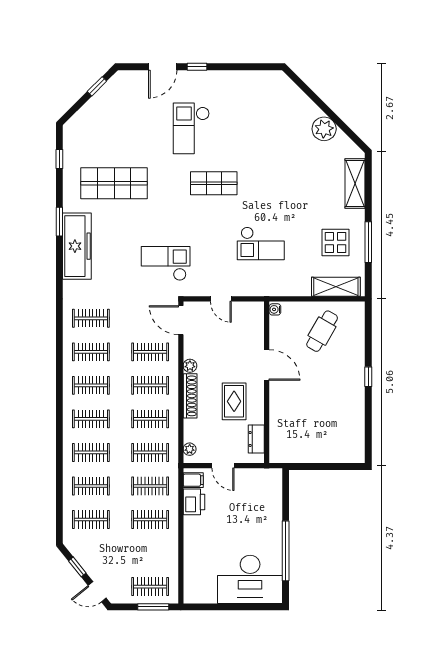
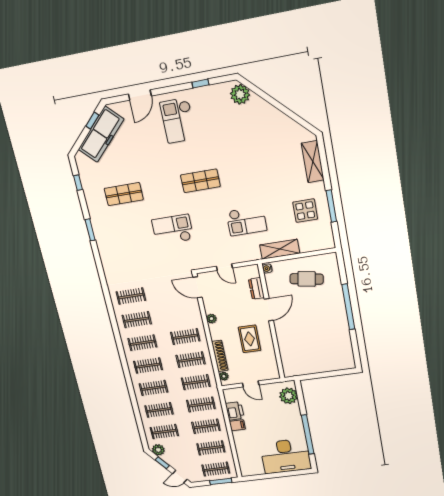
window: (197, 67) -> (200, 84), moved
checkout: (191, 128) -> (178, 120), moved
plant: (324, 129) -> (240, 94), moved
shop shelf: (114, 183) -> (124, 194), width x0.70, depth x0.74
freezer: (77, 246) -> (101, 134), moved, turned 45
checkout: (166, 263) -> (173, 230), moved
shelving: (336, 287) -> (280, 249), moved
cafe table: (322, 331) -> (307, 279), turned 70
clothes rail: (150, 352) -> (211, 448), moved
door: (267, 365) -> (269, 310), hinge flipped
window: (368, 377) -> (348, 307), width x3.17
shoe rack: (190, 396) -> (220, 356), moved
dresser: (256, 439) -> (256, 288), moved
filing cabinet: (193, 480) -> (237, 425), moved
plant: (270, 490) -> (288, 396), added
plant: (76, 546) -> (158, 450), added

